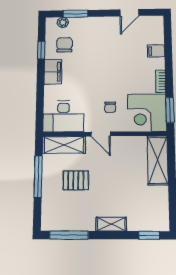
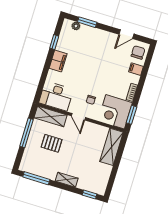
chair: (64, 45) -> (138, 52), moved

